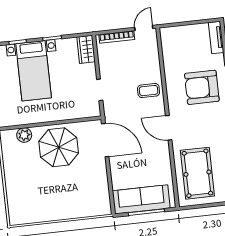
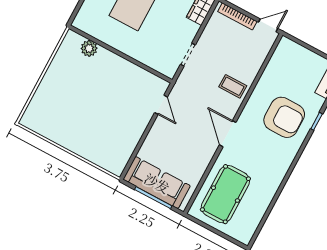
armchair: (202, 87) -> (284, 117), turned 180
door: (105, 140) -> (161, 105), width x0.53
parasol: (59, 147) -> (113, 82), removed

